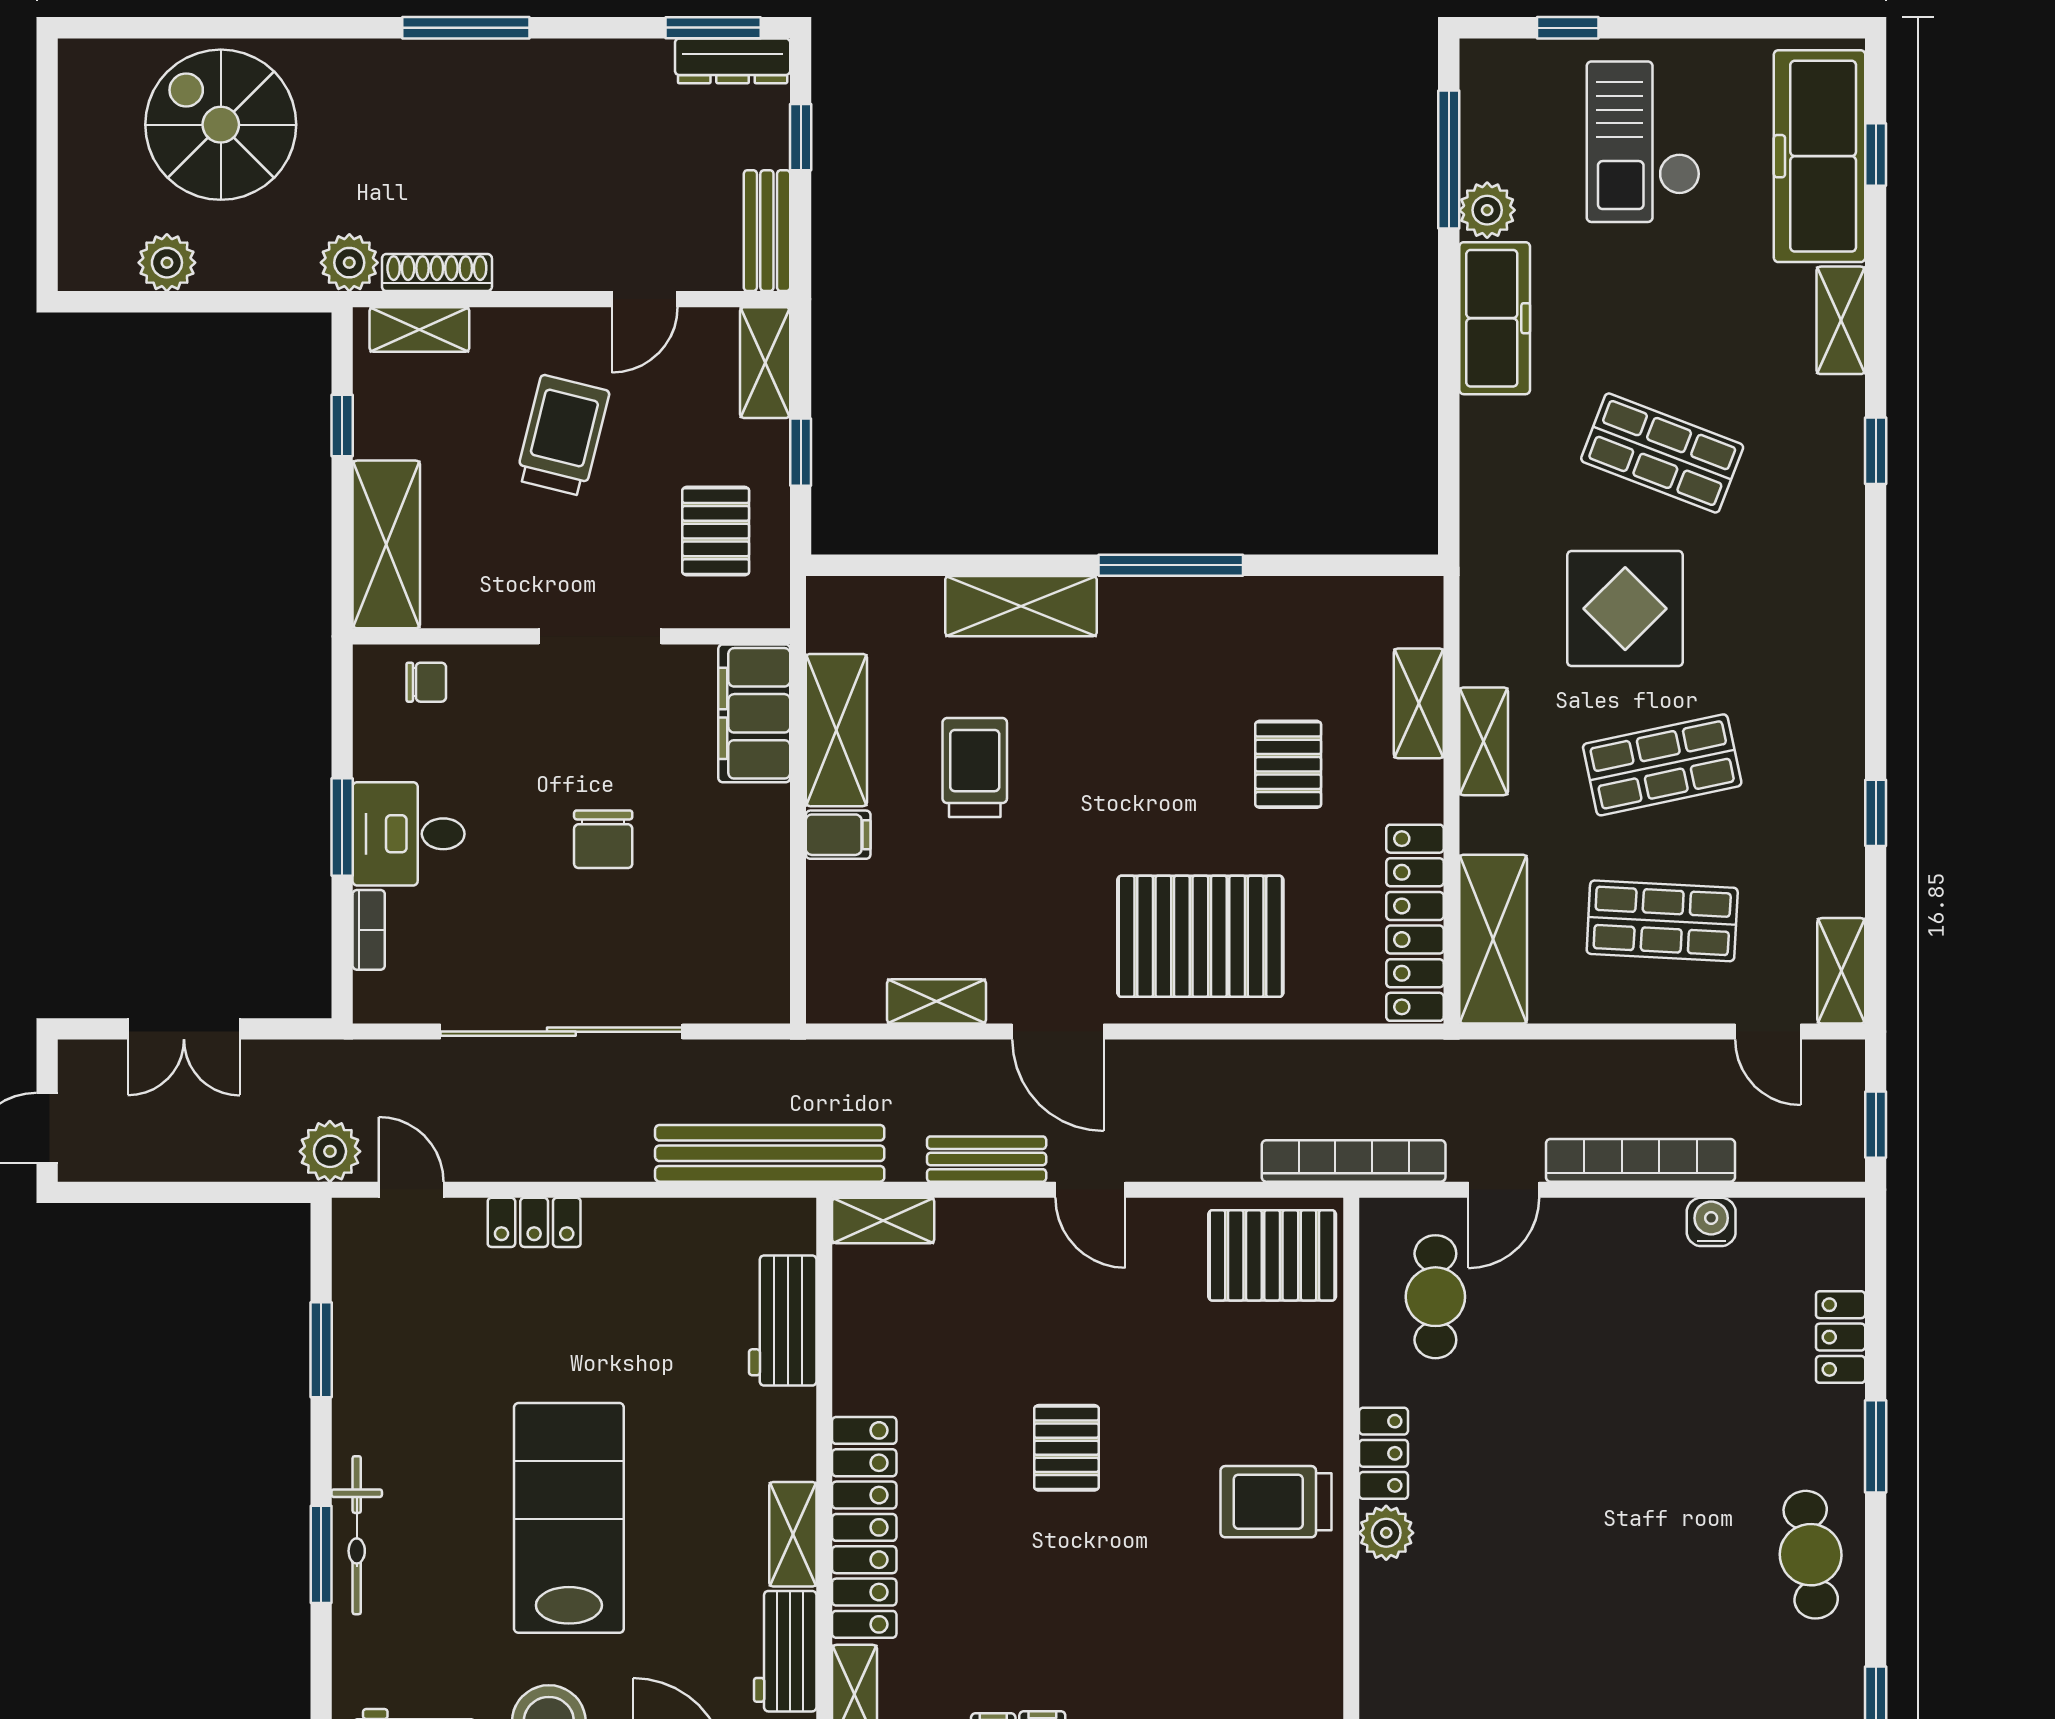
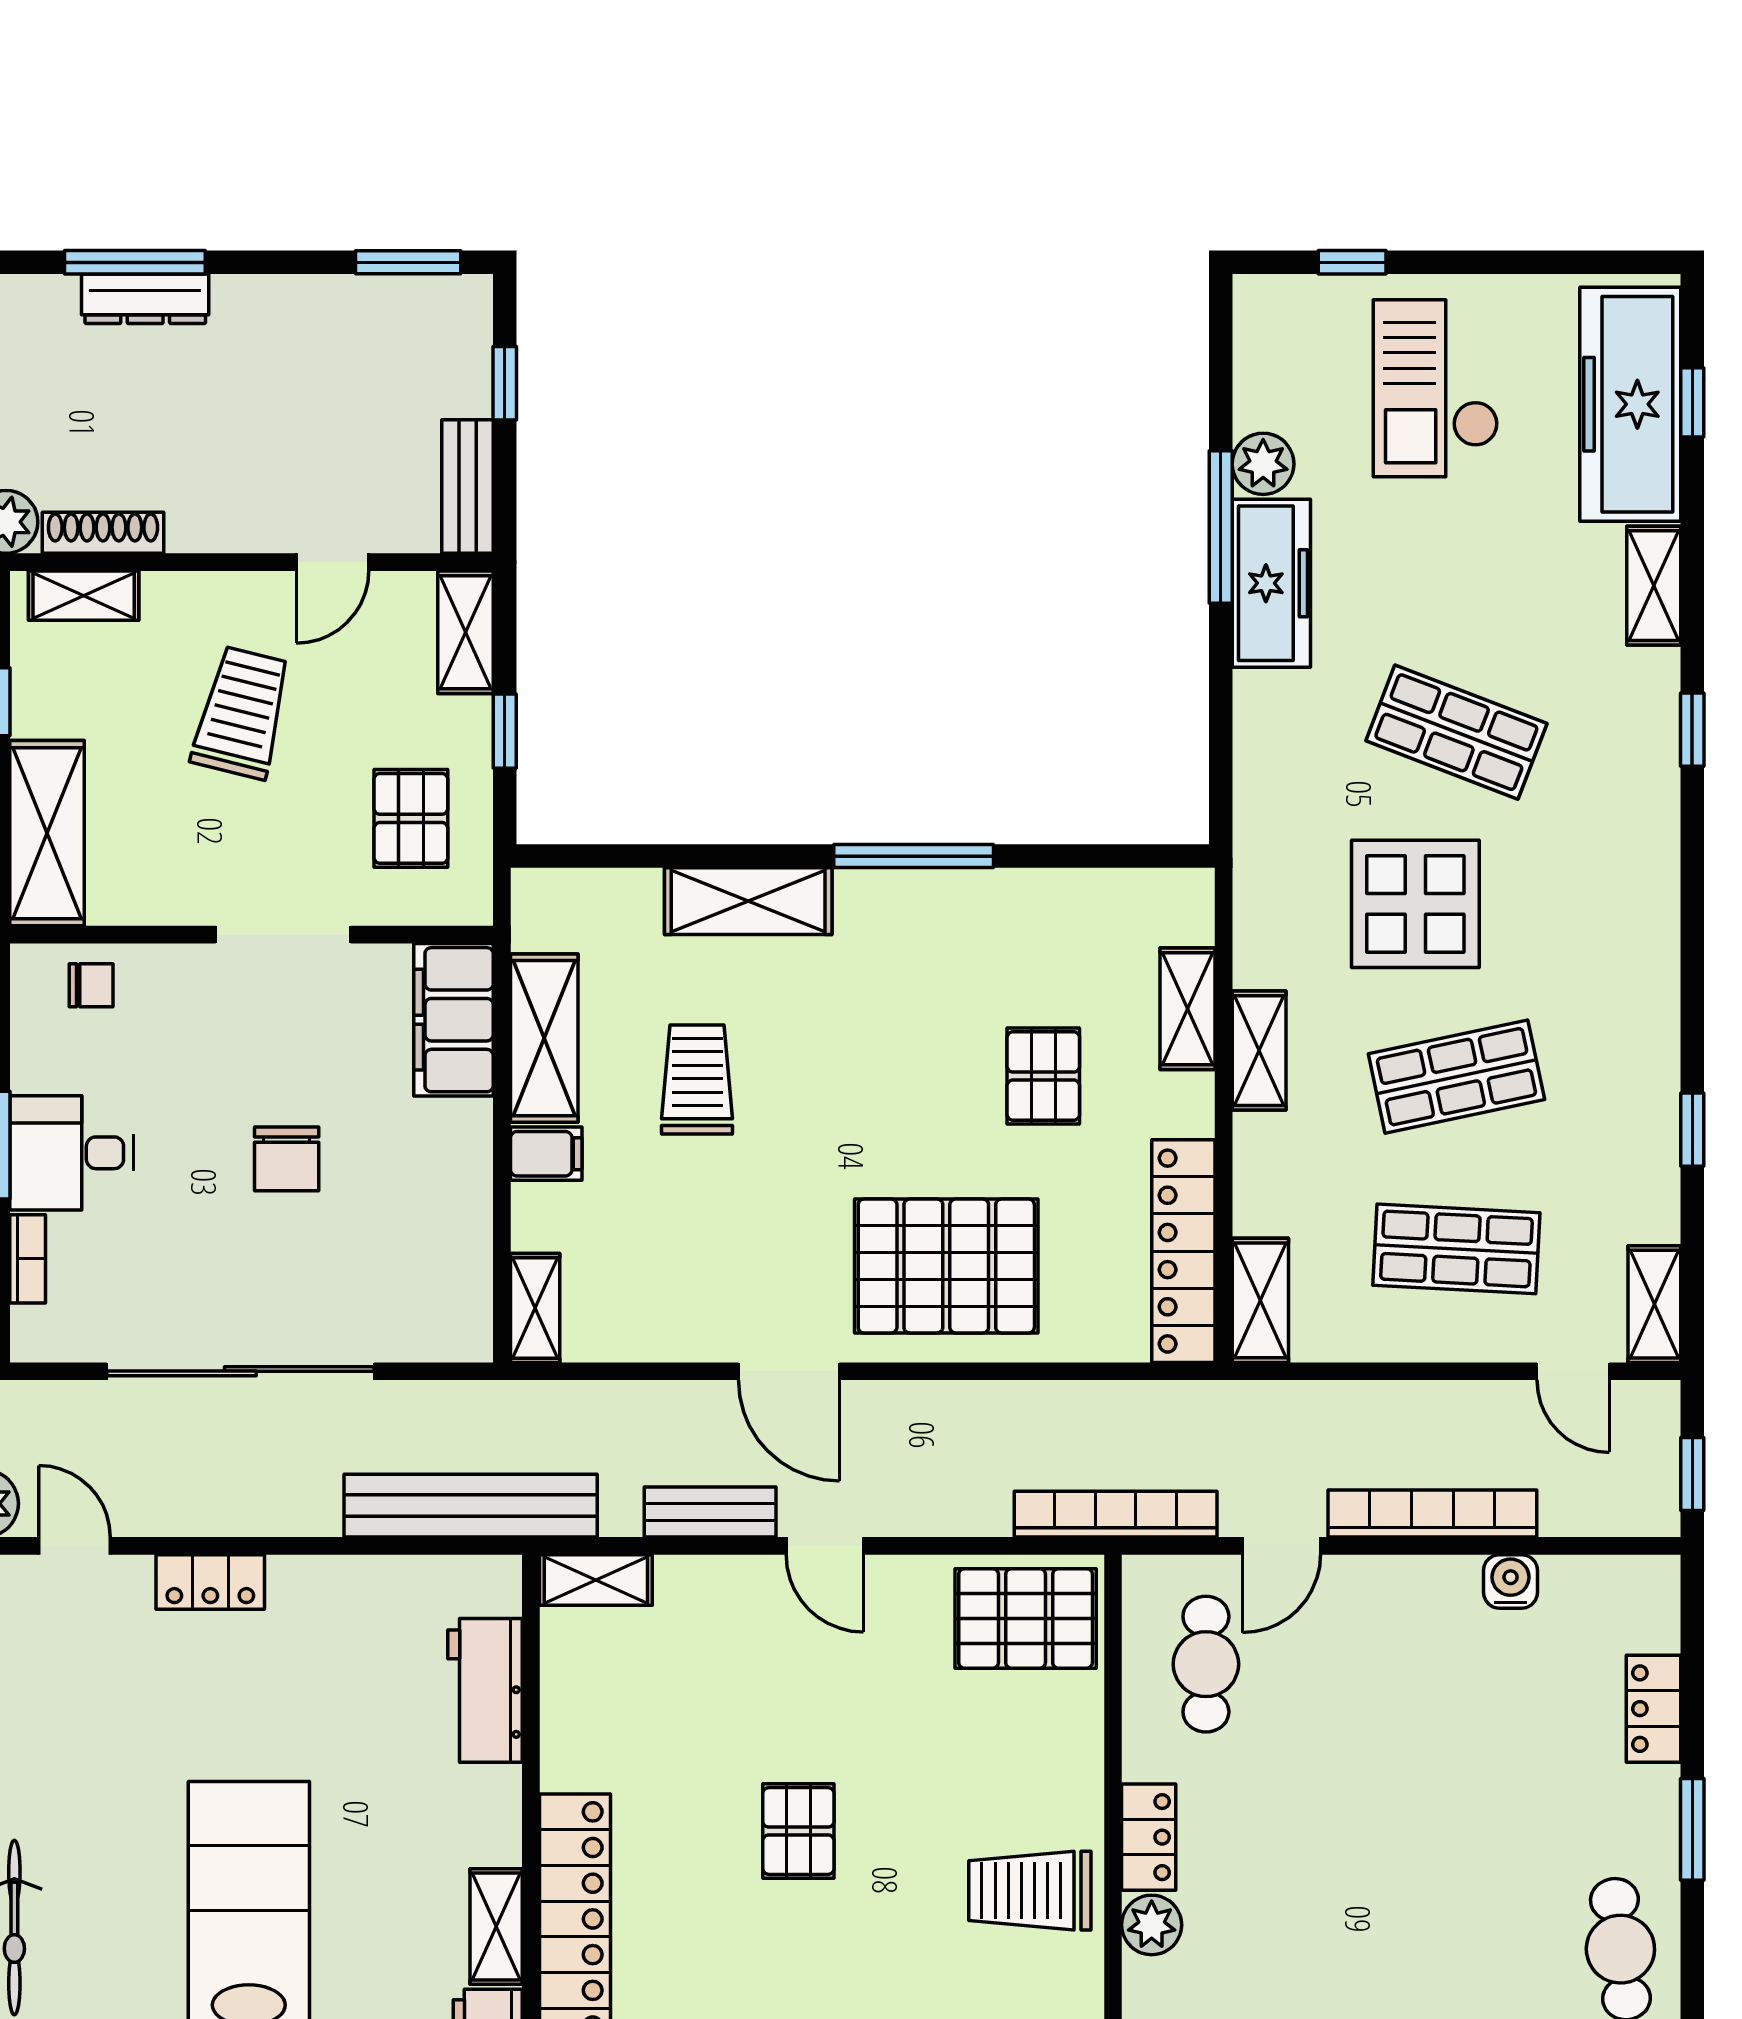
dresser: (733, 61) -> (145, 299), moved
window: (1449, 159) -> (1221, 527), moved
shelving: (1493, 939) -> (1260, 1300), width x0.67, depth x0.75
shelving: (937, 1001) -> (535, 1308), moved, turned 90

